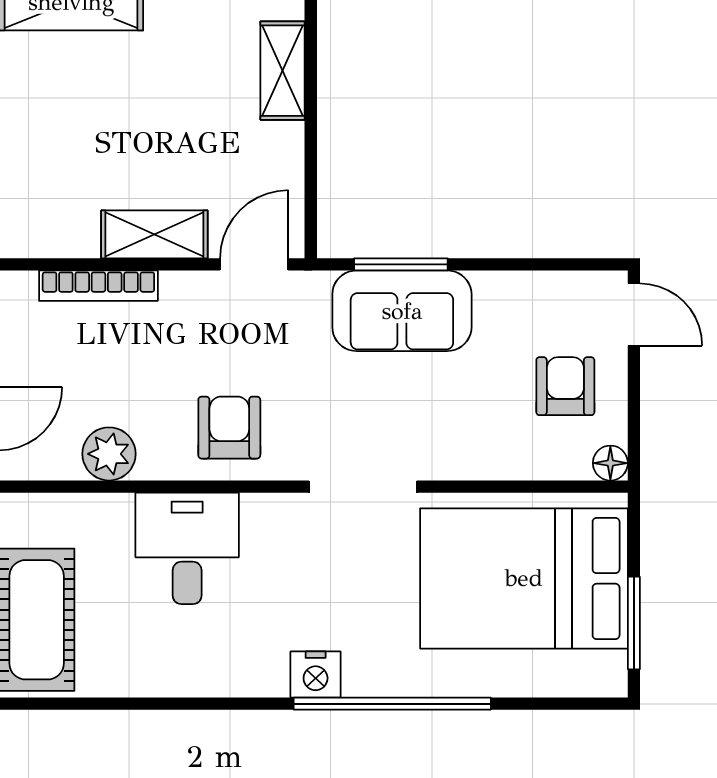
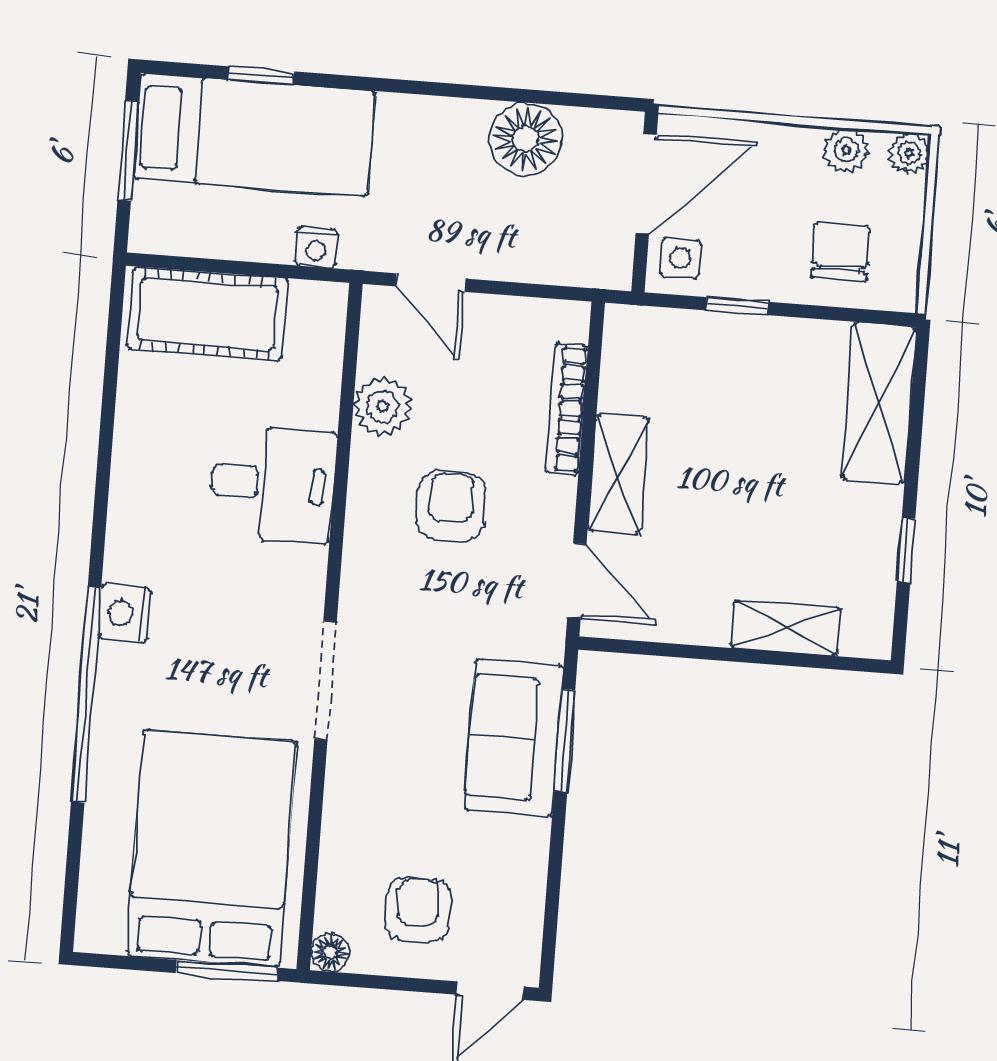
armchair: (565, 386) -> (418, 910), turned -90
armchair: (229, 428) -> (451, 506), moved, turned -90
window: (634, 623) -> (227, 970), moved

